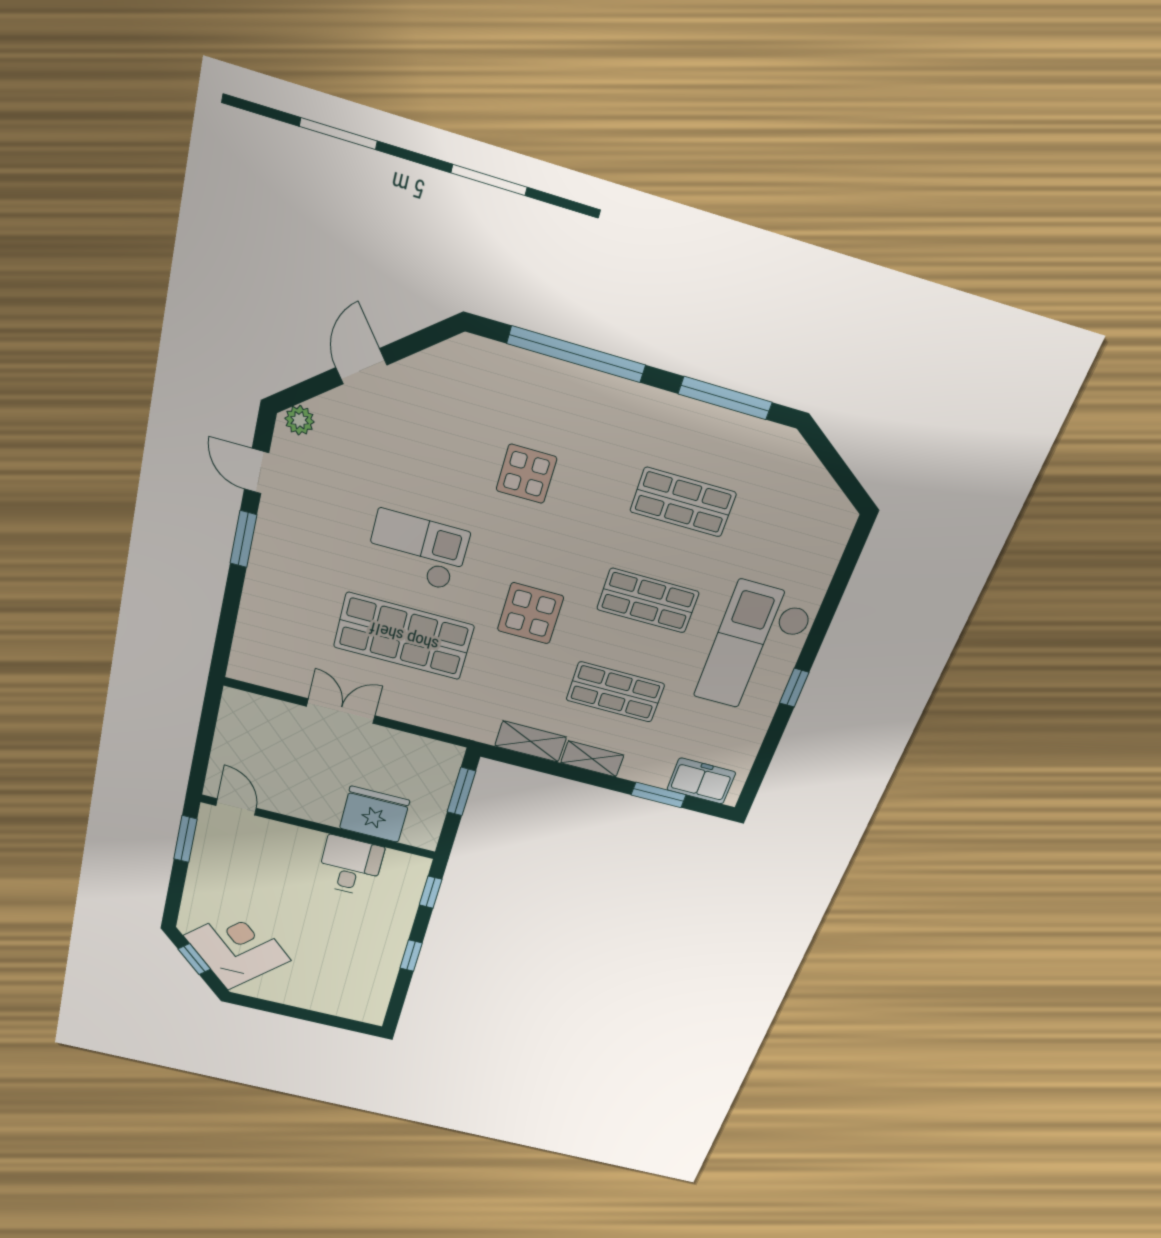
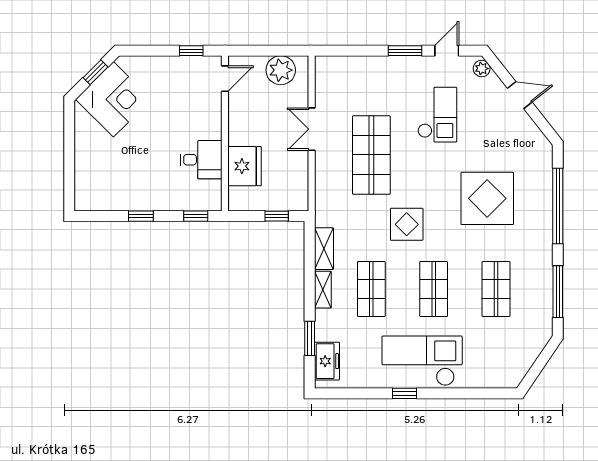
display table: (526, 474) -> (487, 198), width x1.86, depth x1.86
checkout: (417, 550) -> (437, 115), moved
double door: (341, 711) -> (312, 129), swing flipped
plant: (239, 730) -> (281, 70), added
window: (461, 792) -> (277, 216), width x0.67
window: (185, 839) -> (191, 51), width x0.67

